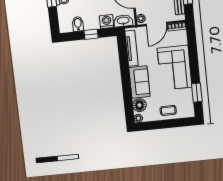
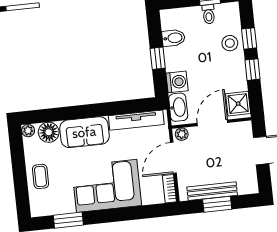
door: (156, 24) -> (173, 158), hinge flipped

